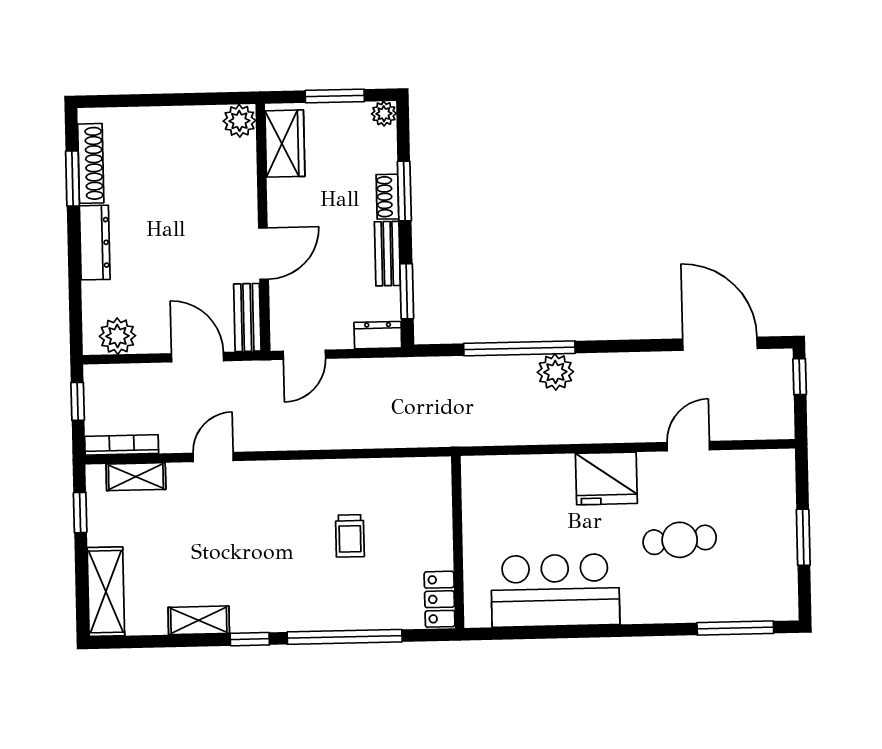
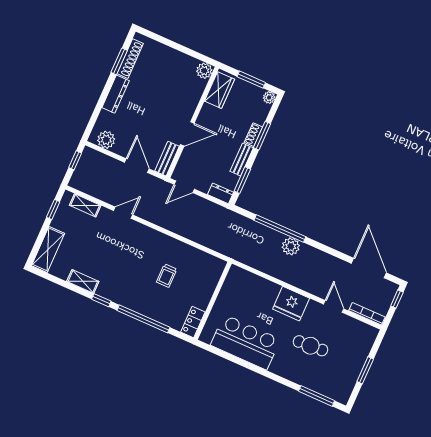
bookcase: (122, 445) -> (367, 314), moved
door: (688, 446) -> (334, 306), hinge flipped

